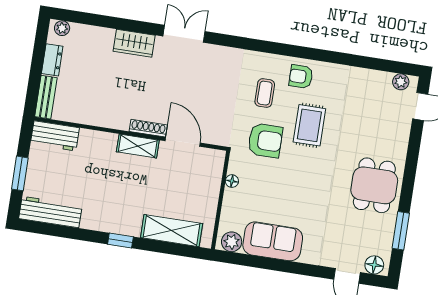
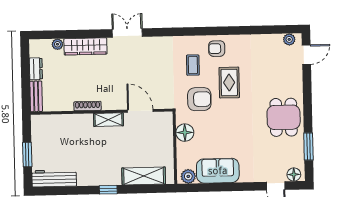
plant: (62, 28) -> (57, 44), moved
wardrobe: (134, 43) -> (85, 46), width x1.50
shoe rack: (148, 128) -> (87, 106), moved
workbench: (55, 136) -> (48, 123), removed
floor lamp: (232, 181) -> (185, 133), width x1.89, depth x1.89

